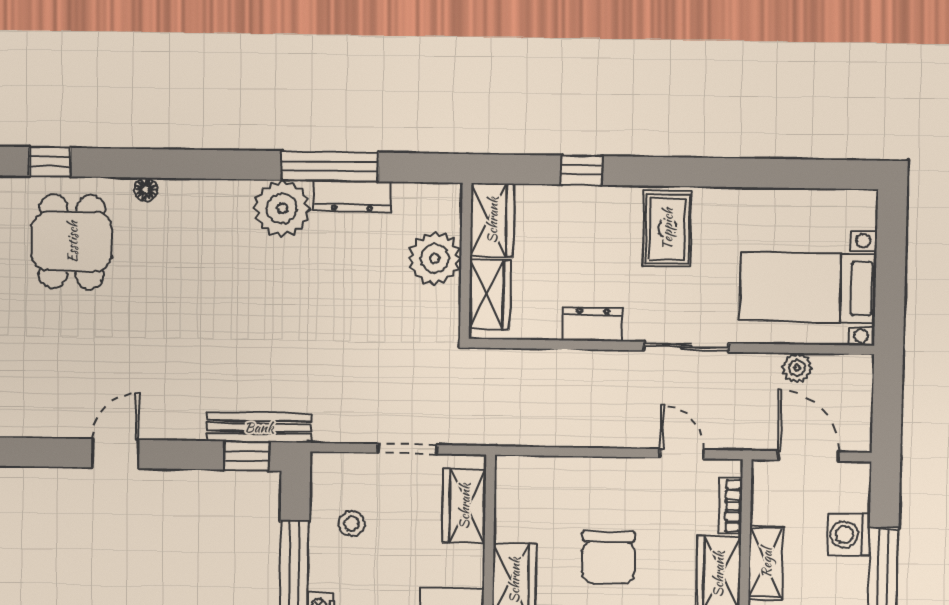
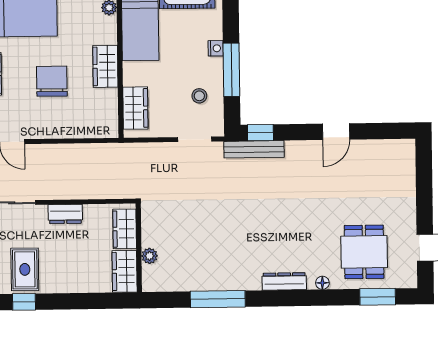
window: (50, 162) -> (378, 297), width x1.50
window: (581, 170) -> (24, 302), moved
dresser: (352, 196) -> (284, 281), moved
plant: (282, 208) -> (244, 274), removed
plant: (435, 258) -> (149, 256), width x0.53, depth x0.53
doorway: (408, 449) -> (195, 139), moved

